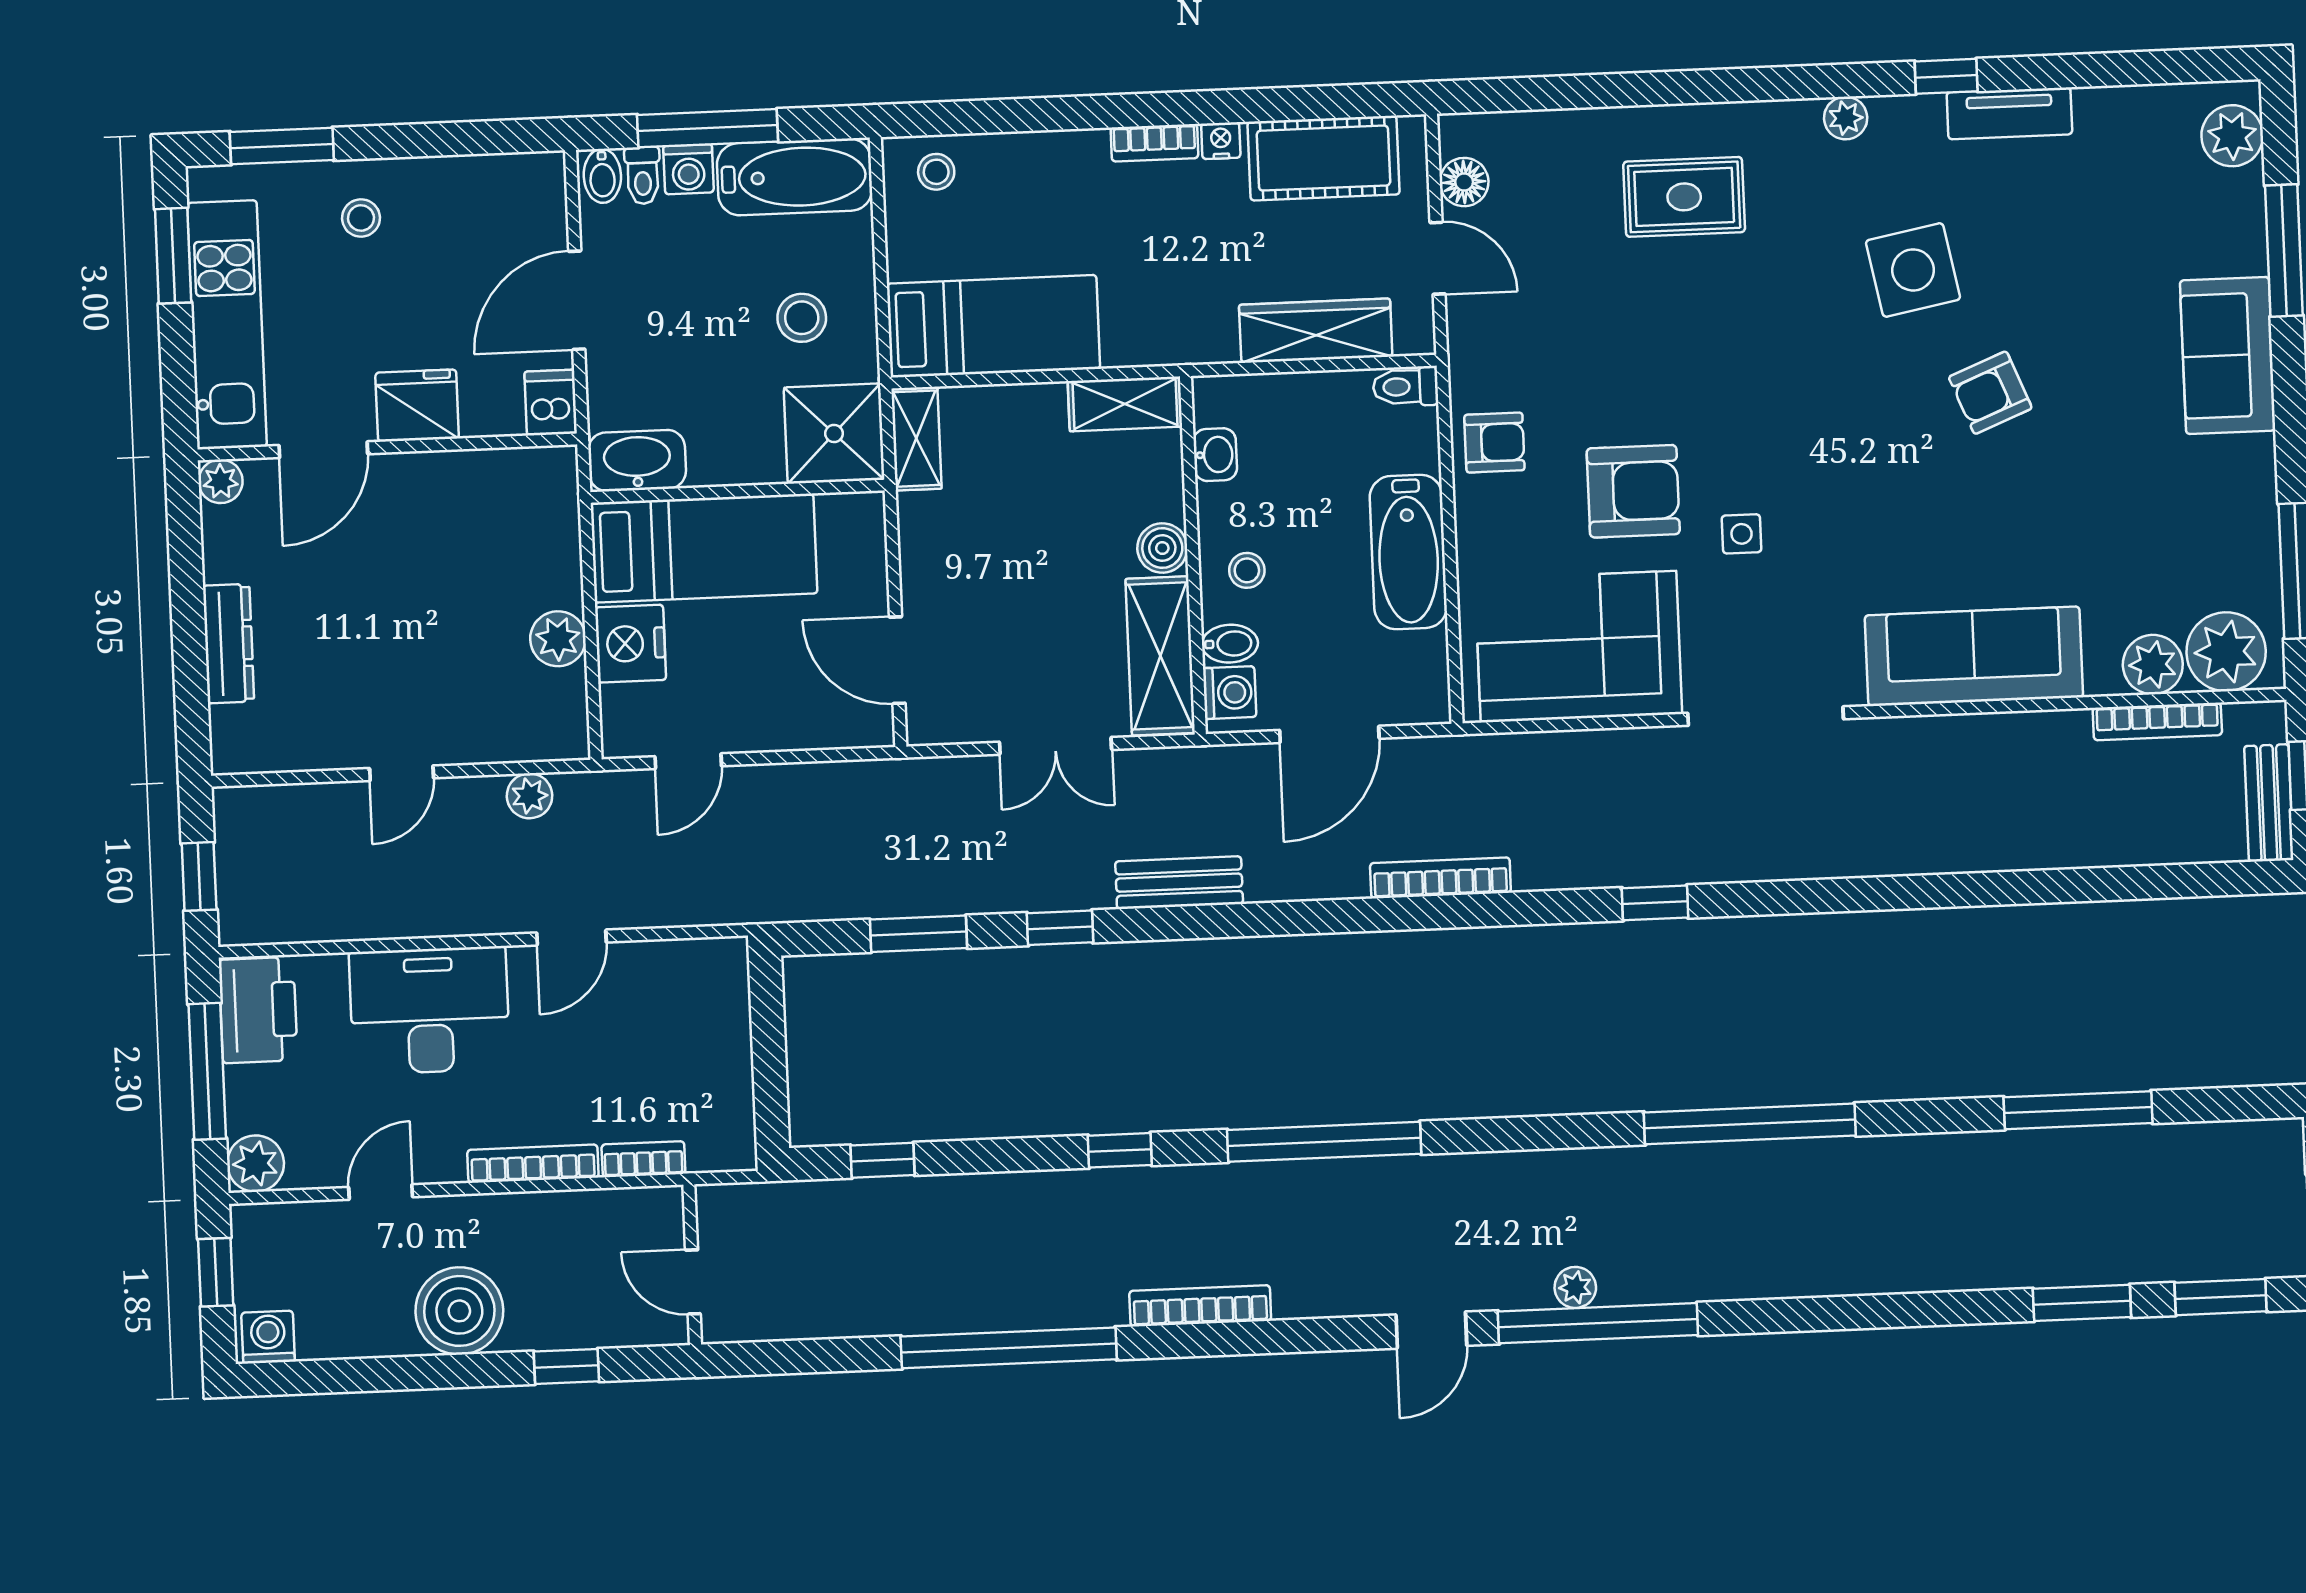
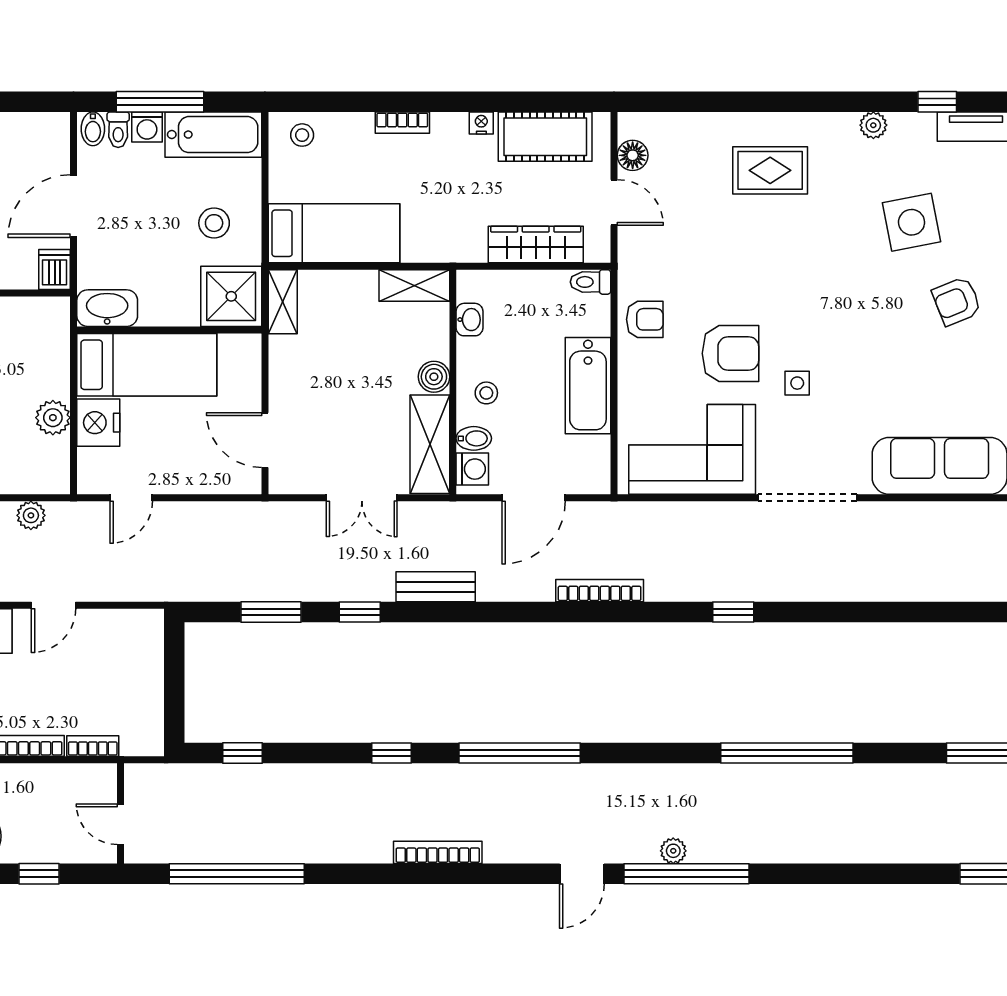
bookcase: (1154, 143) -> (402, 123), moved
window: (1009, 1348) -> (237, 874), moved

